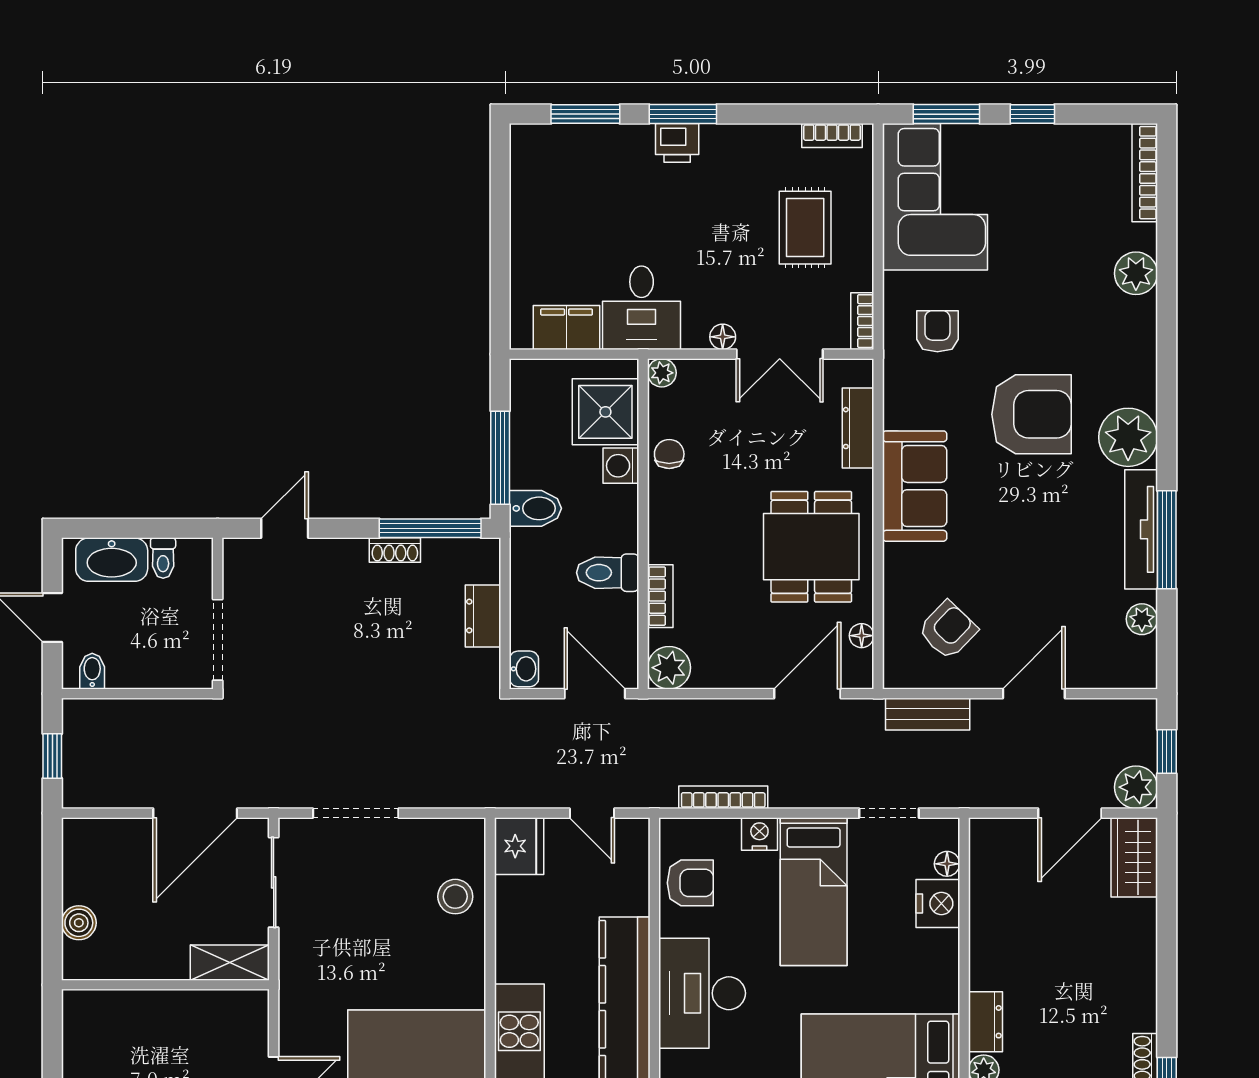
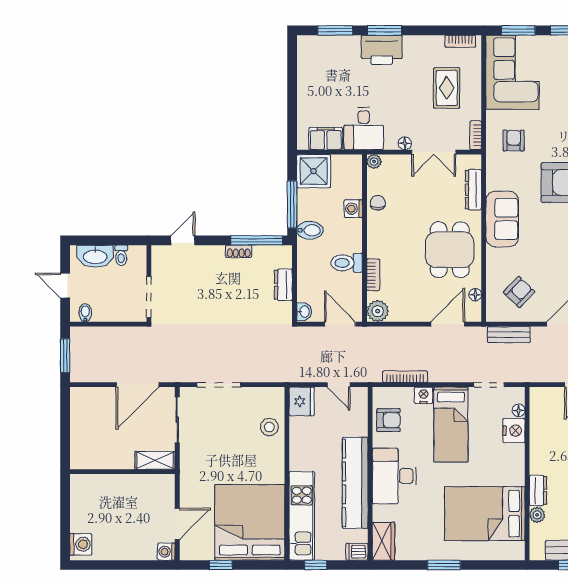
printer: (677, 143) -> (382, 50), width x1.87, depth x1.48
shower: (605, 412) -> (314, 171), moved
window: (52, 756) -> (65, 356), width x1.50
boiler: (79, 923) -> (79, 440), removed

